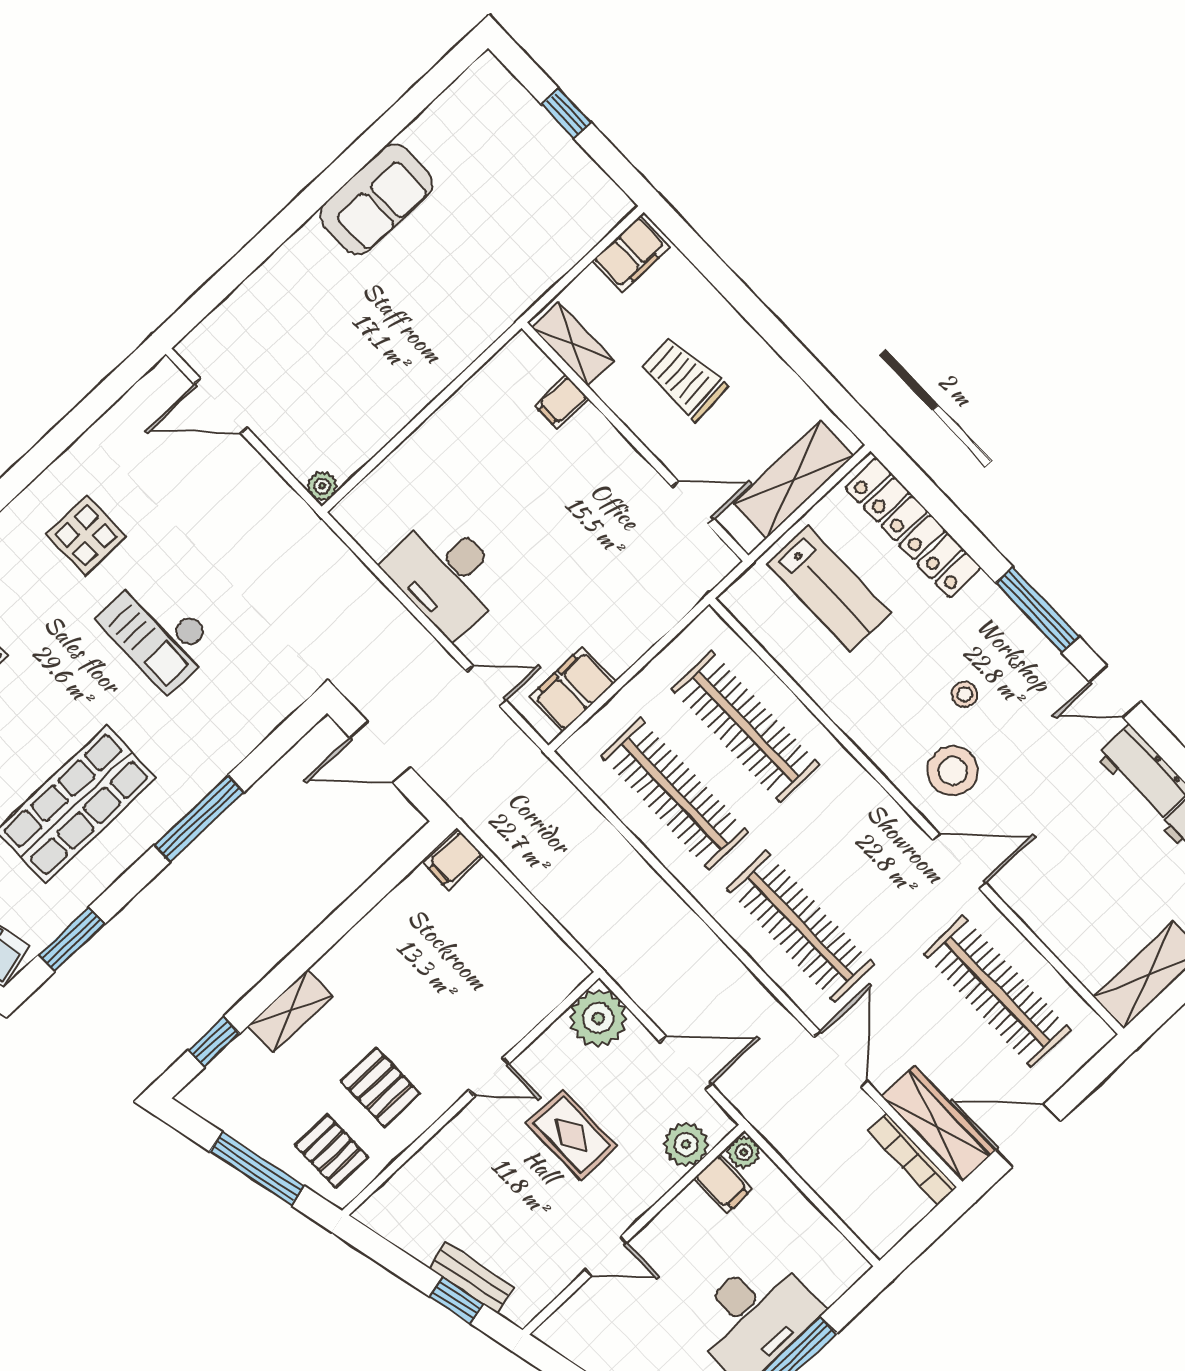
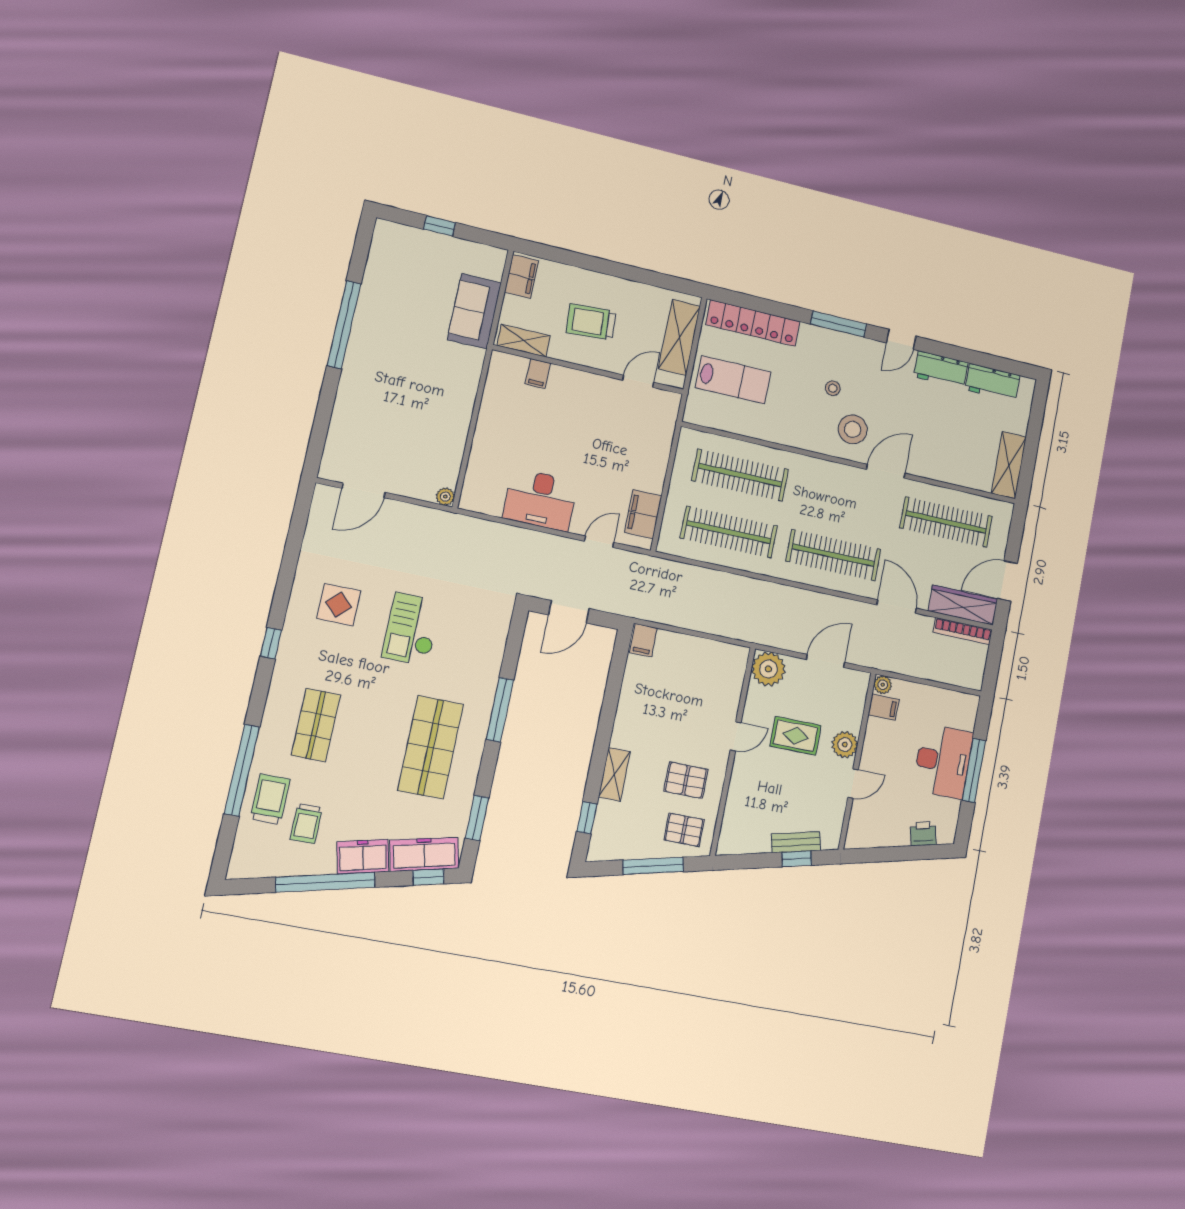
window: (346, 167) -> (344, 325), added
sofa: (376, 199) -> (474, 311), moved, turned 180
checkout: (158, 632) -> (412, 629), turned 90
plant: (686, 1144) -> (845, 745), moved

